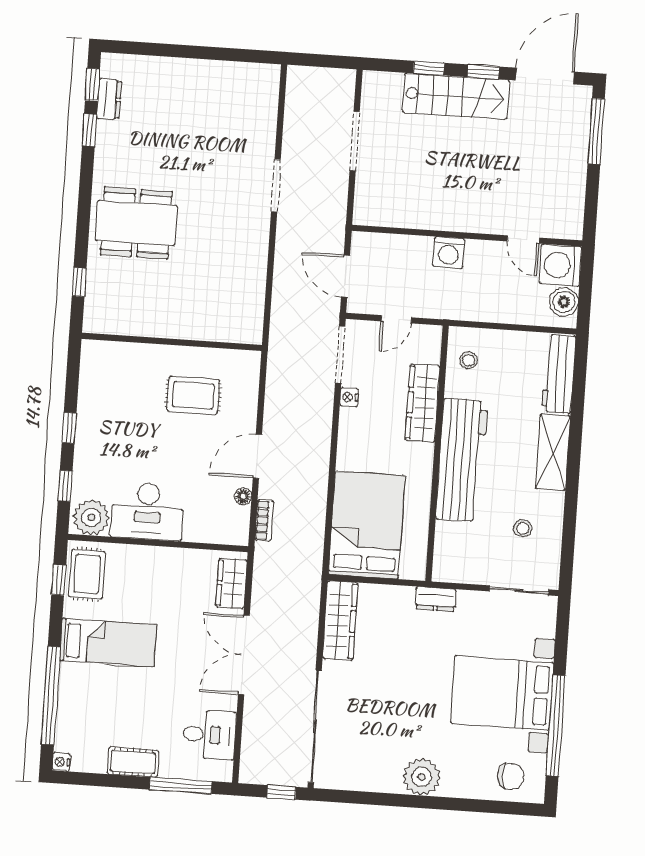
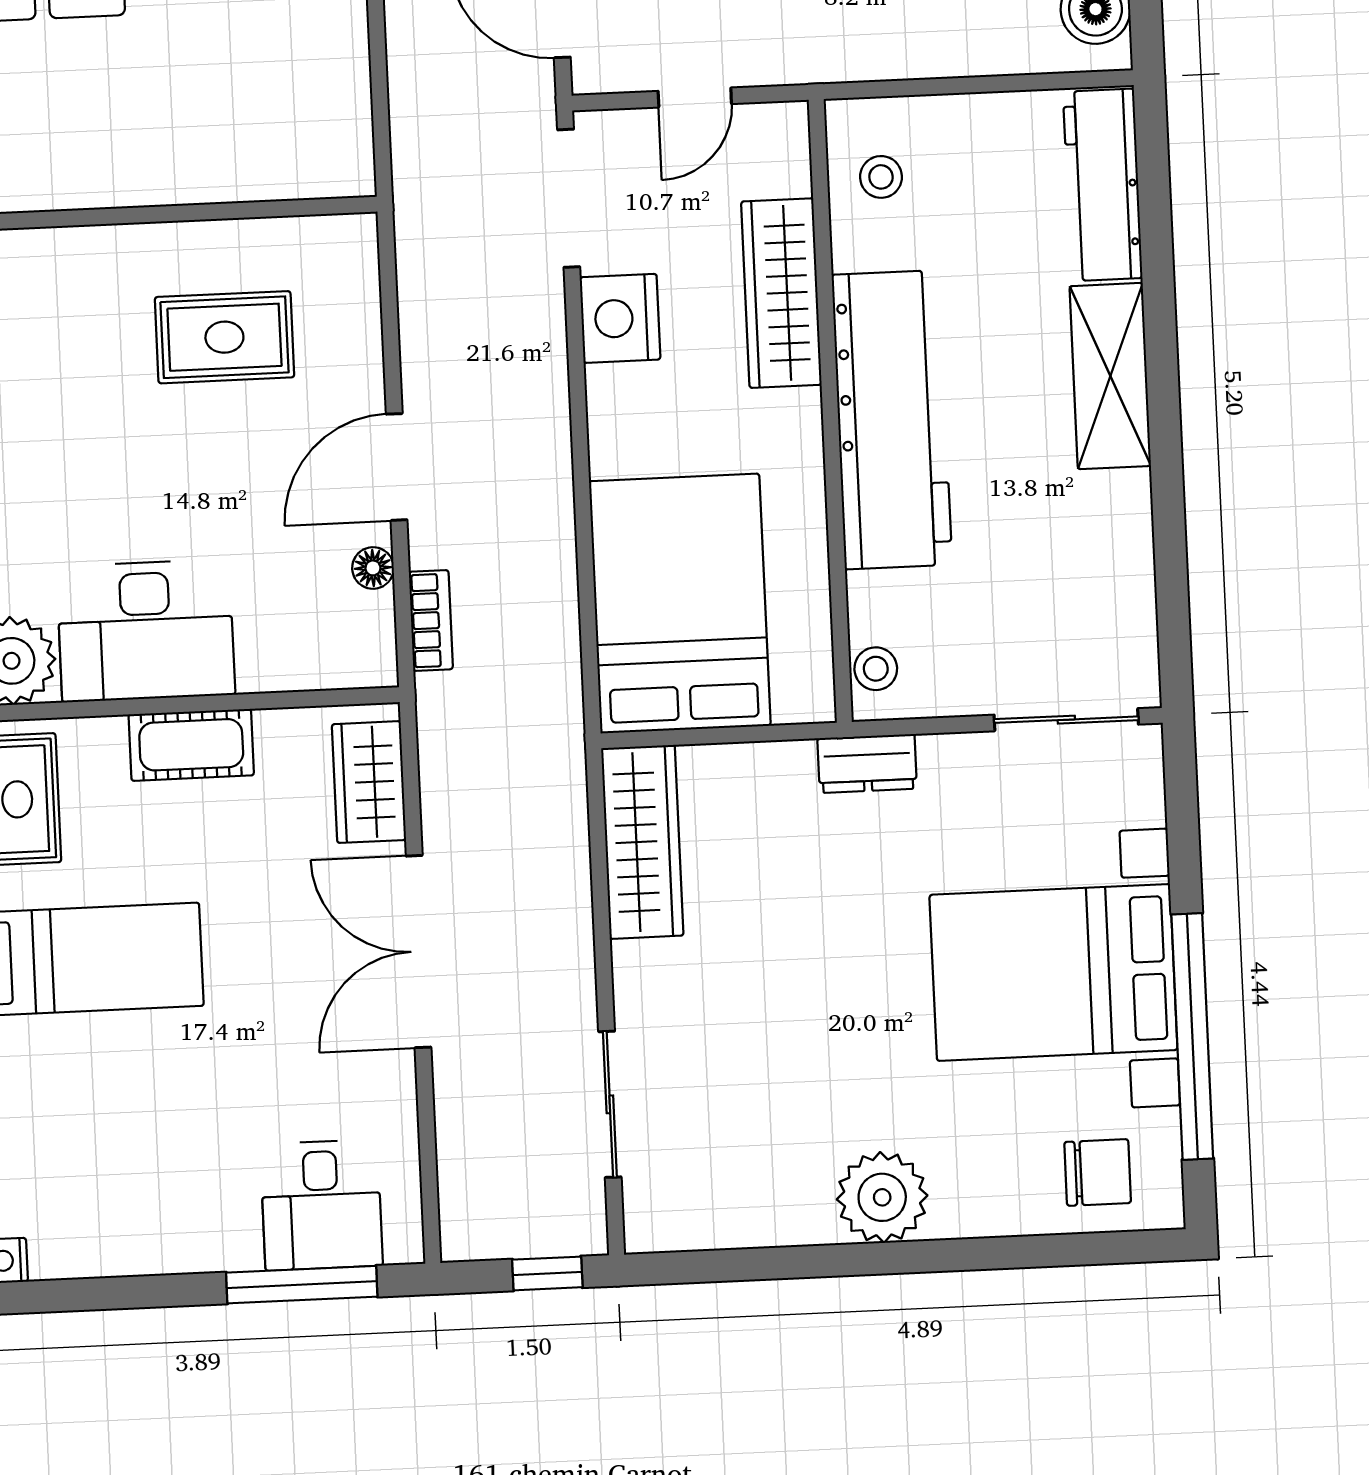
nightstand: (349, 397) -> (620, 318), width x1.89, depth x1.79
stool: (523, 528) -> (876, 669), moved
sliding door: (315, 726) -> (610, 1104), width x0.54
desk: (209, 735) -> (321, 1205), moved, turned 90
cot: (133, 762) -> (191, 745), moved

